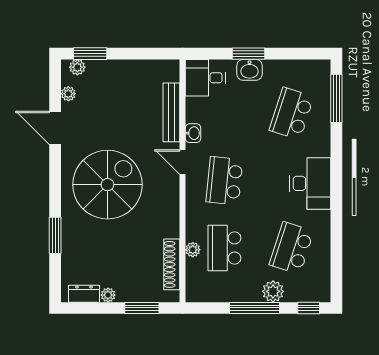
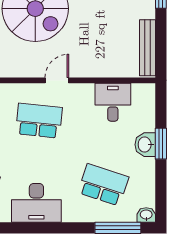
desk: (205, 78) -> (113, 102), moved
bench: (171, 112) -> (147, 48), moved, turned 90
washbasin: (193, 133) -> (146, 215), moved, turned 180

